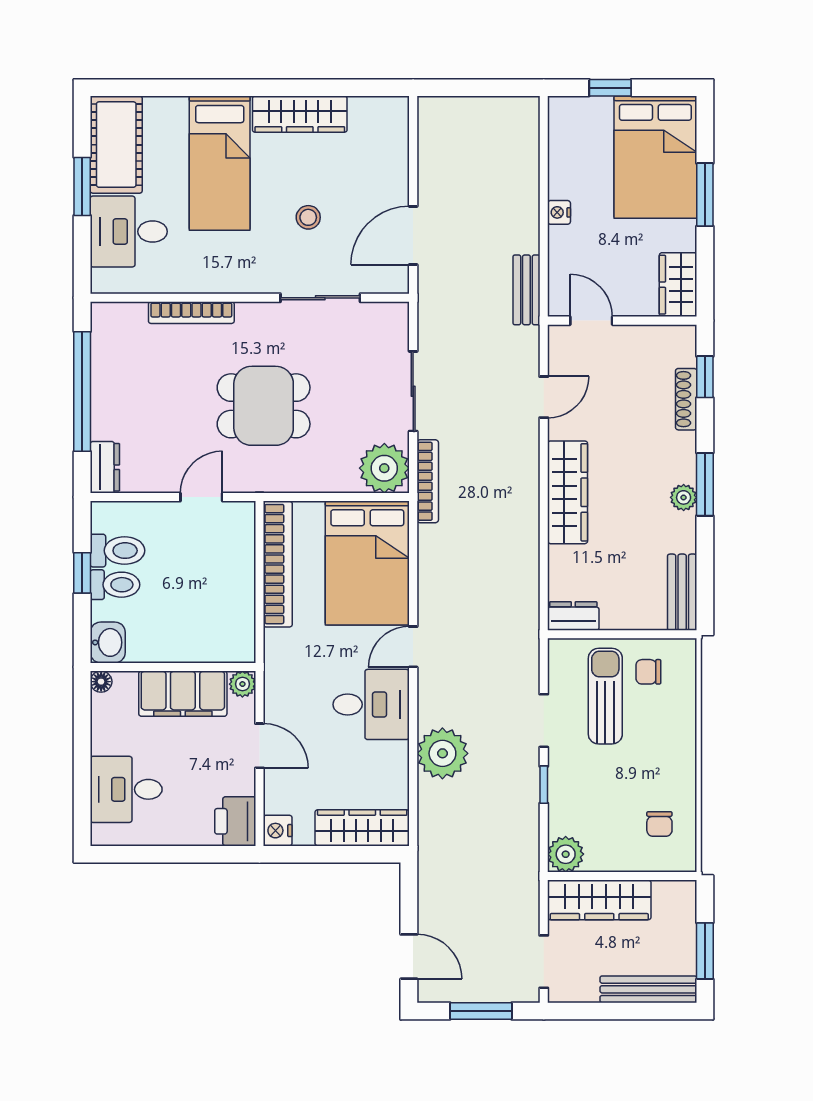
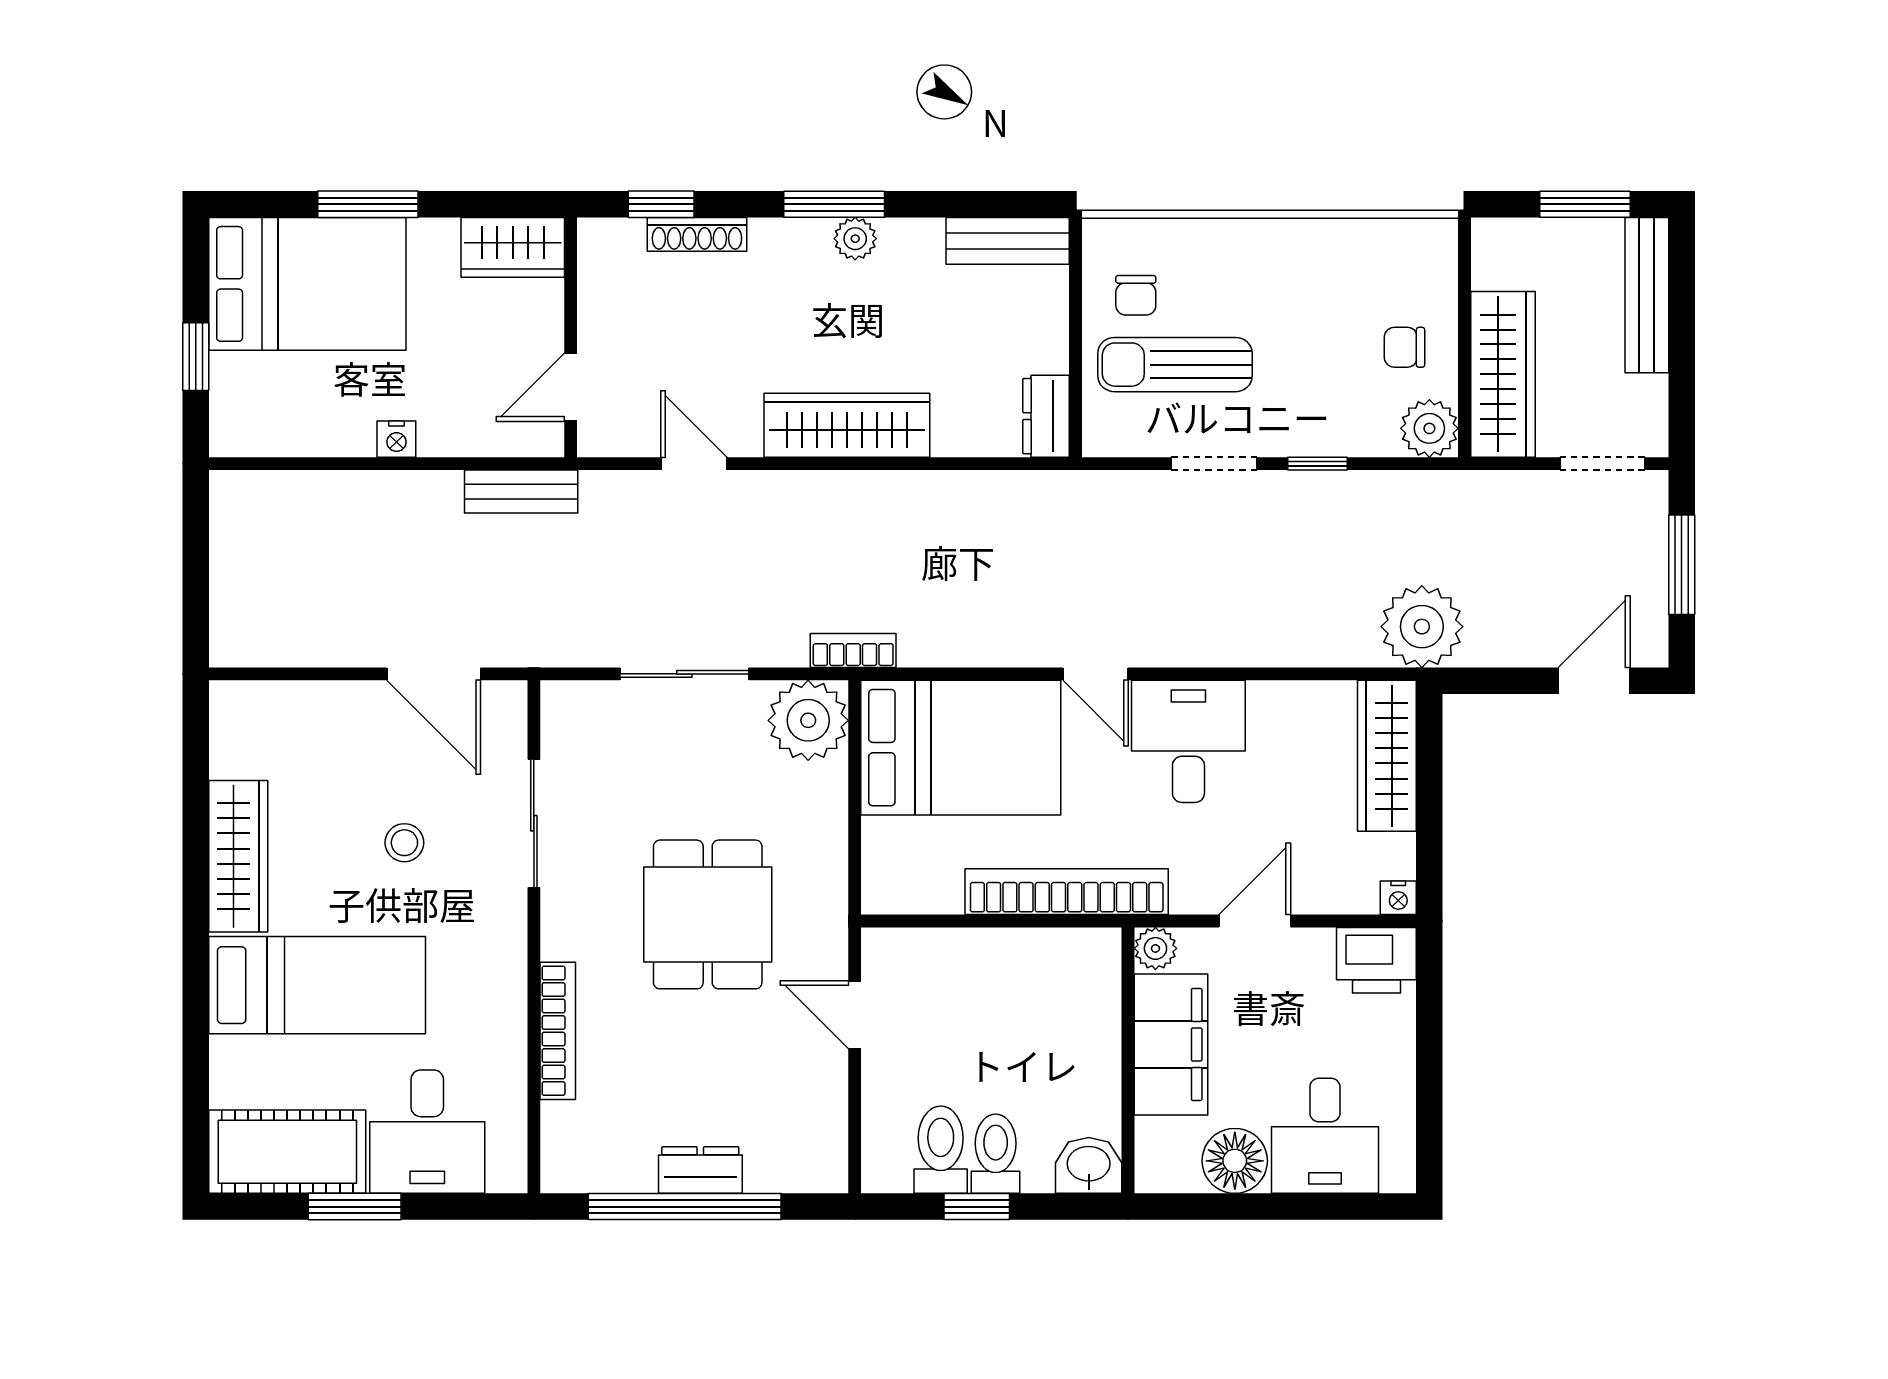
dresser: (105, 467) -> (700, 1170), moved
bookcase: (428, 481) -> (853, 650), width x0.64
bookcase: (278, 564) -> (1067, 892), moved
floor lamp: (101, 682) -> (1235, 1161), moved, width x1.89, depth x1.89
plant: (442, 753) -> (1422, 627), moved
chair: (659, 824) -> (1404, 347), moved, turned 180
nightstand: (278, 831) -> (1398, 898), width x0.72, depth x0.74

